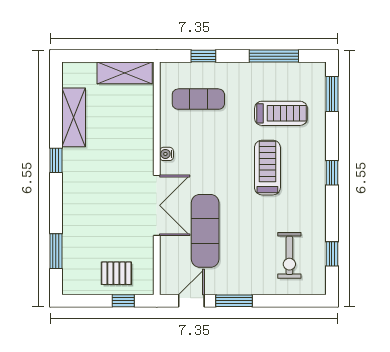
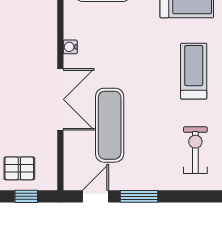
treadmill: (267, 168) -> (194, 71), moved
exercise bike: (289, 255) -> (195, 150), turned 180

